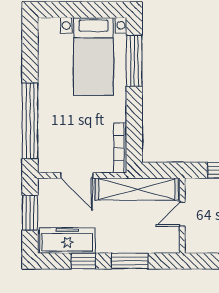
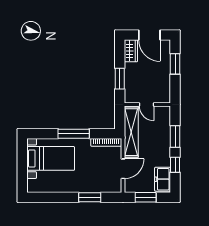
window: (134, 61) -> (74, 134), moved
window: (30, 121) -> (90, 197), width x0.47
freezer: (67, 241) -> (163, 179), width x0.71

